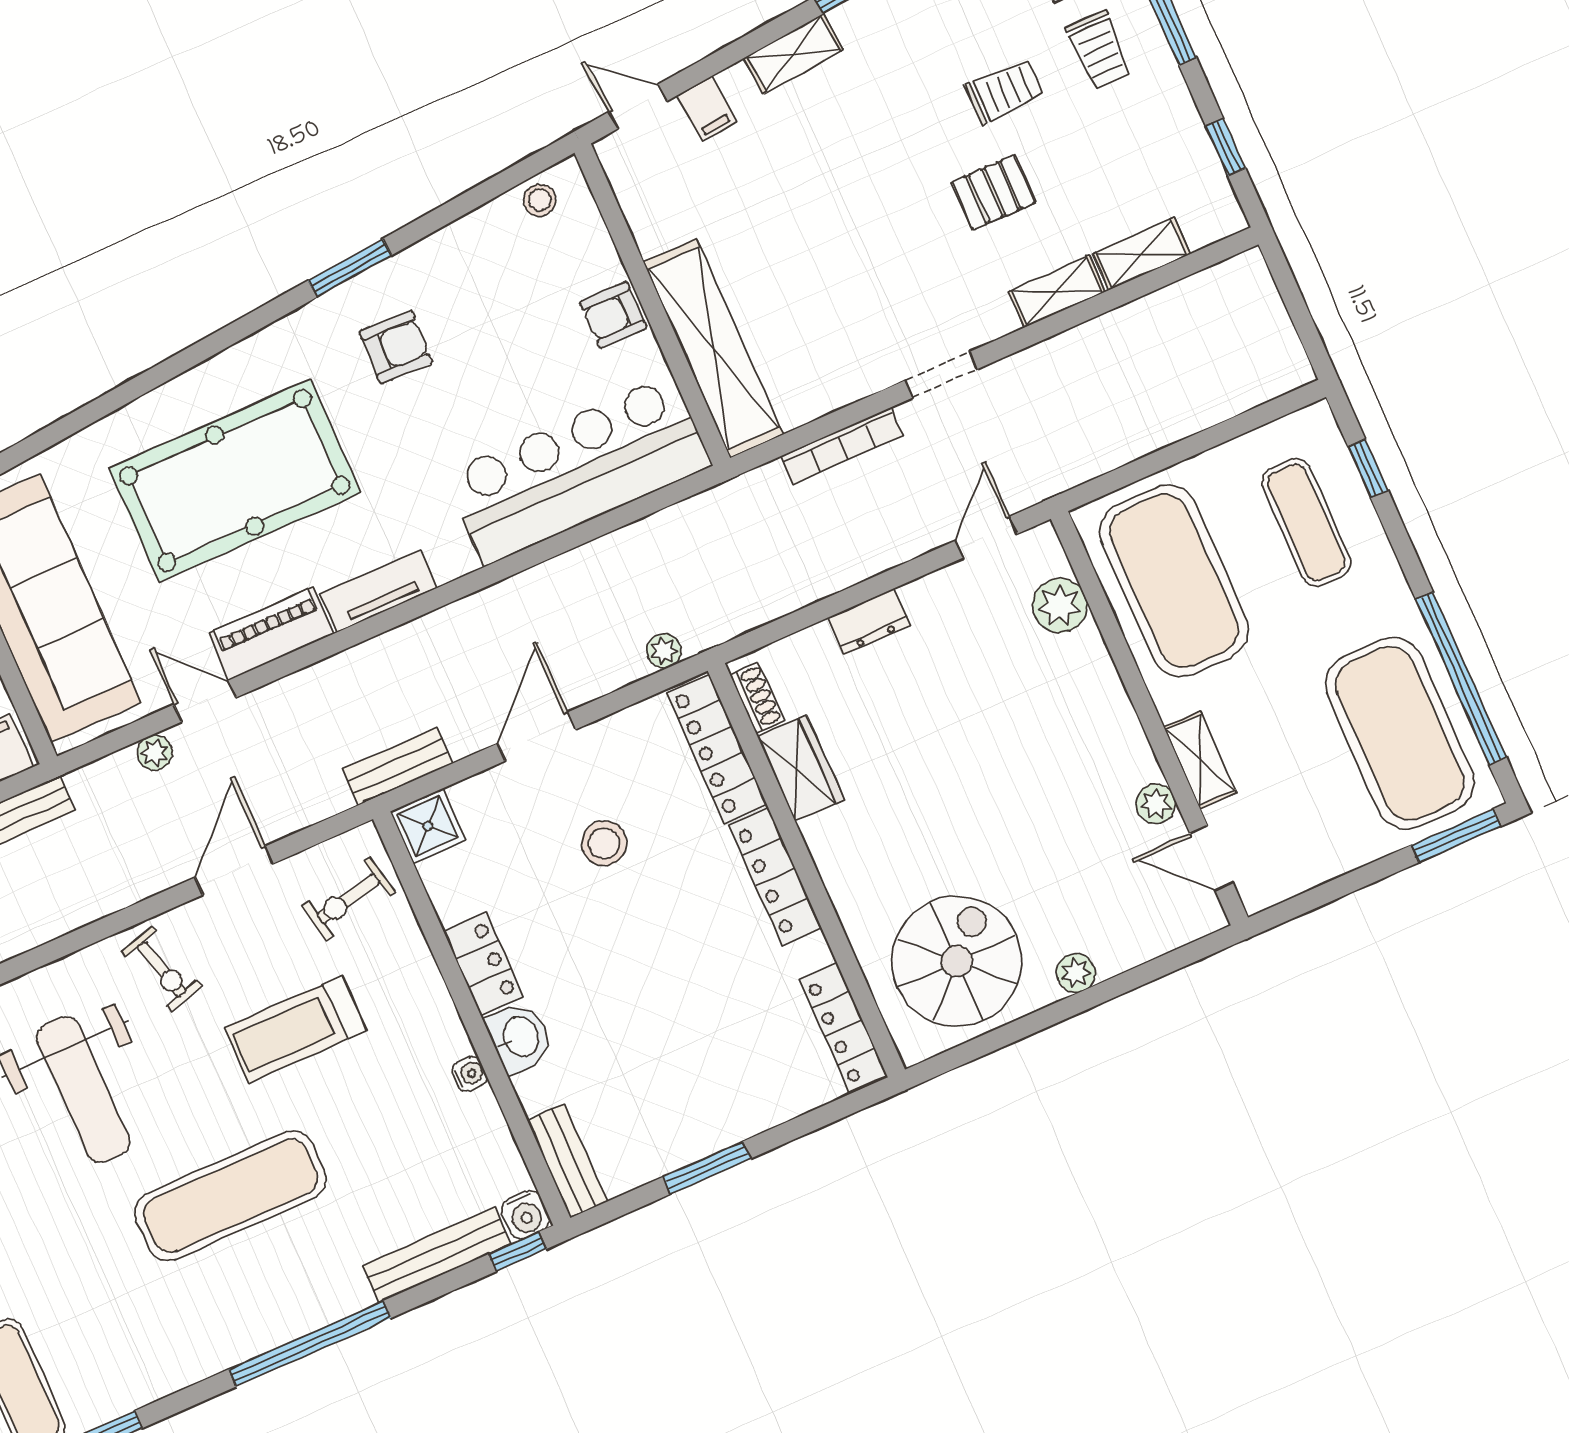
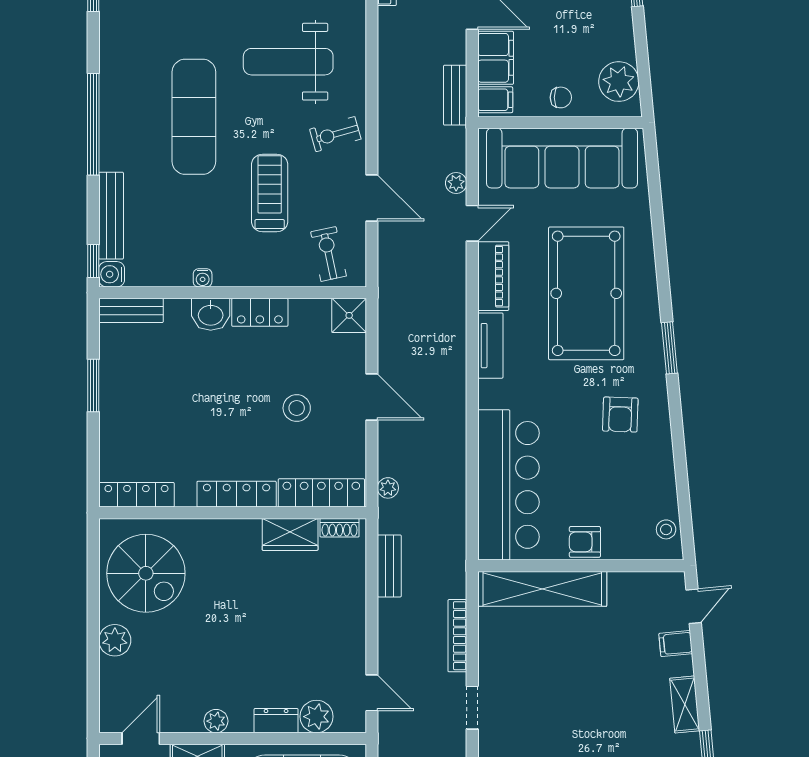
window: (350, 268) -> (669, 348), moved
armchair: (613, 315) -> (585, 542), turned -90
dresser: (869, 621) -> (276, 721), moved, turned 90
bench: (398, 766) -> (389, 566), moved
plant: (1156, 804) -> (216, 721), moved
plant: (1076, 973) -> (115, 640), width x1.38, depth x1.38

